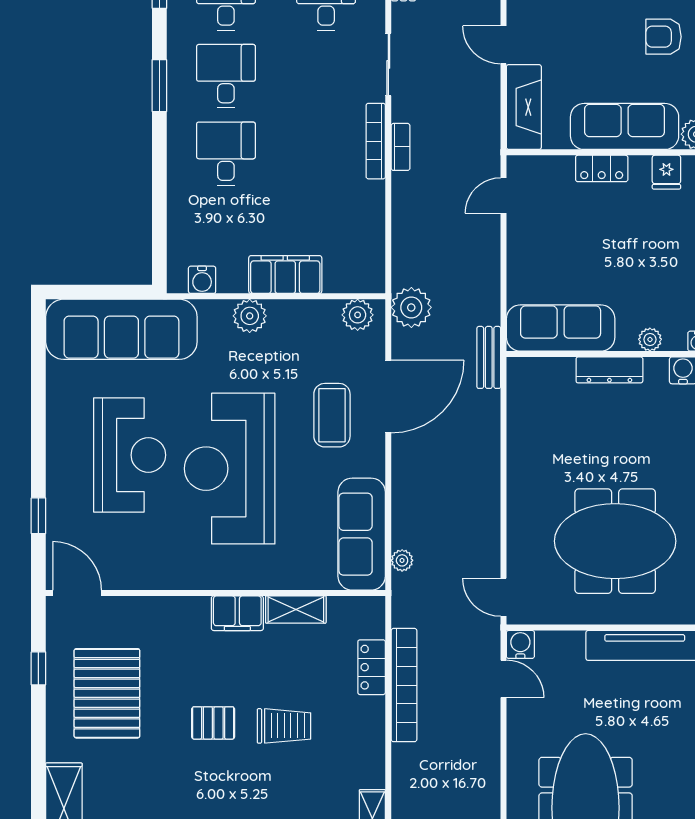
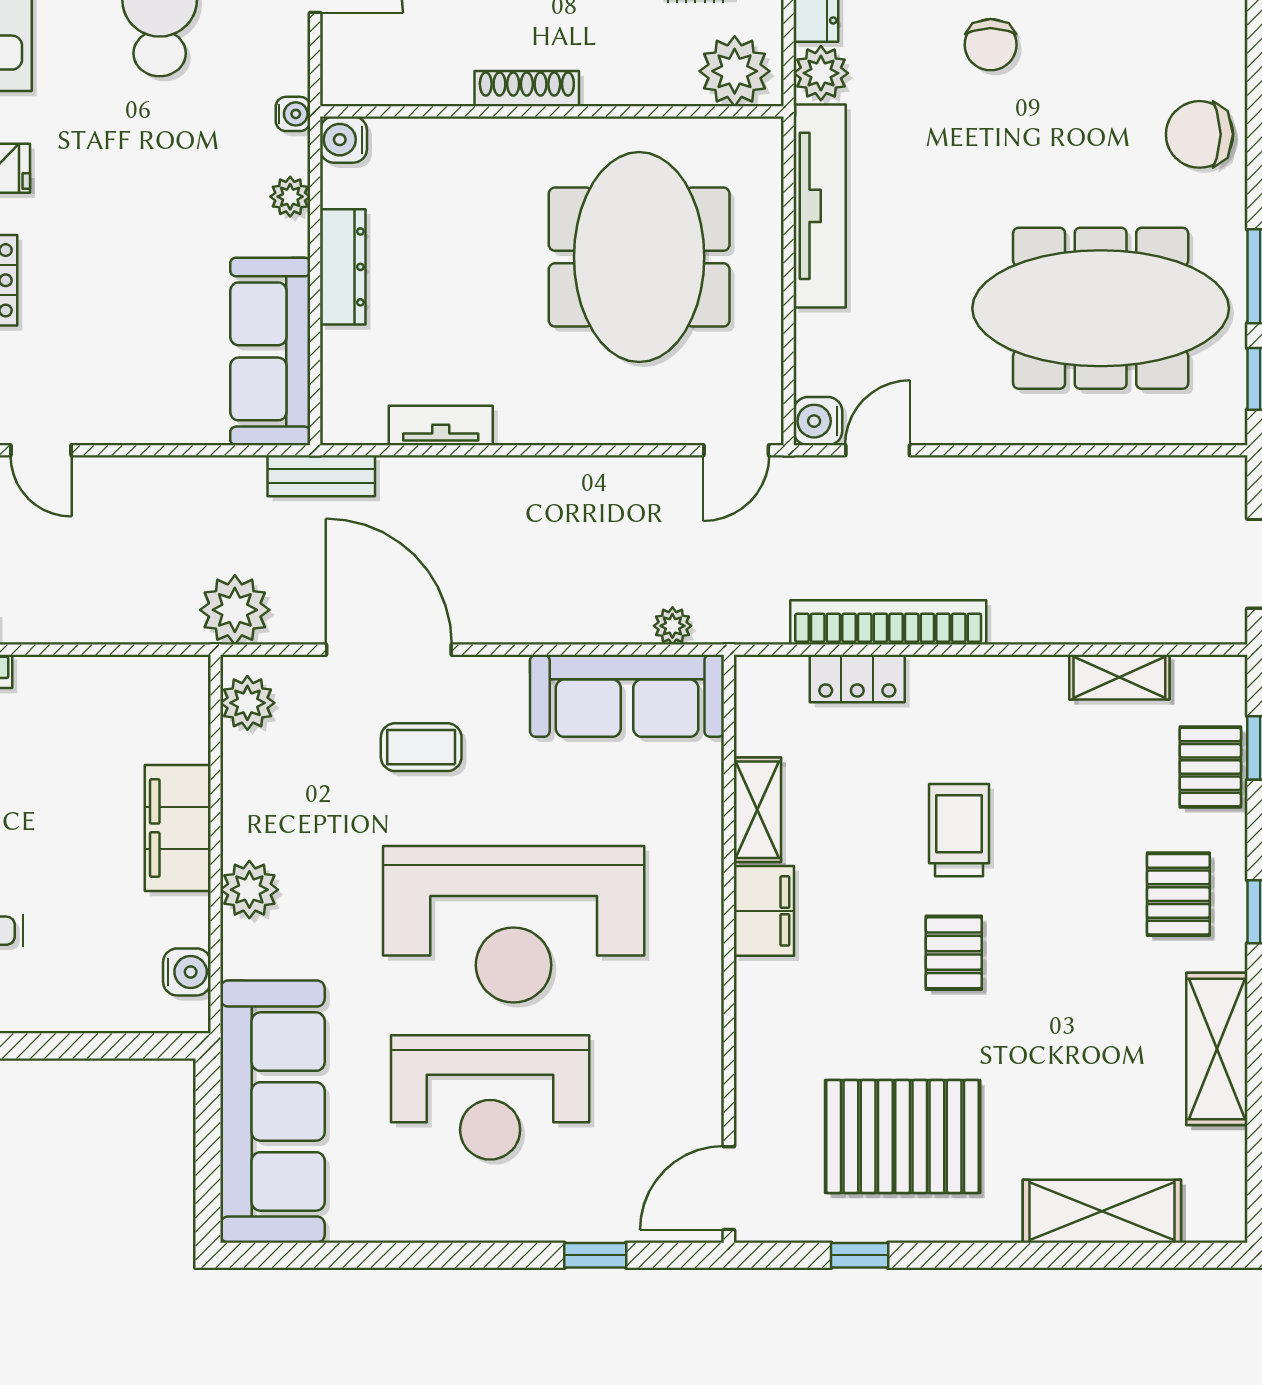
coffee table: (332, 415) -> (421, 747), width x0.73, depth x0.77
tv unit: (518, 427) -> (441, 425), added
reception desk: (130, 455) -> (490, 1097), turned 180

